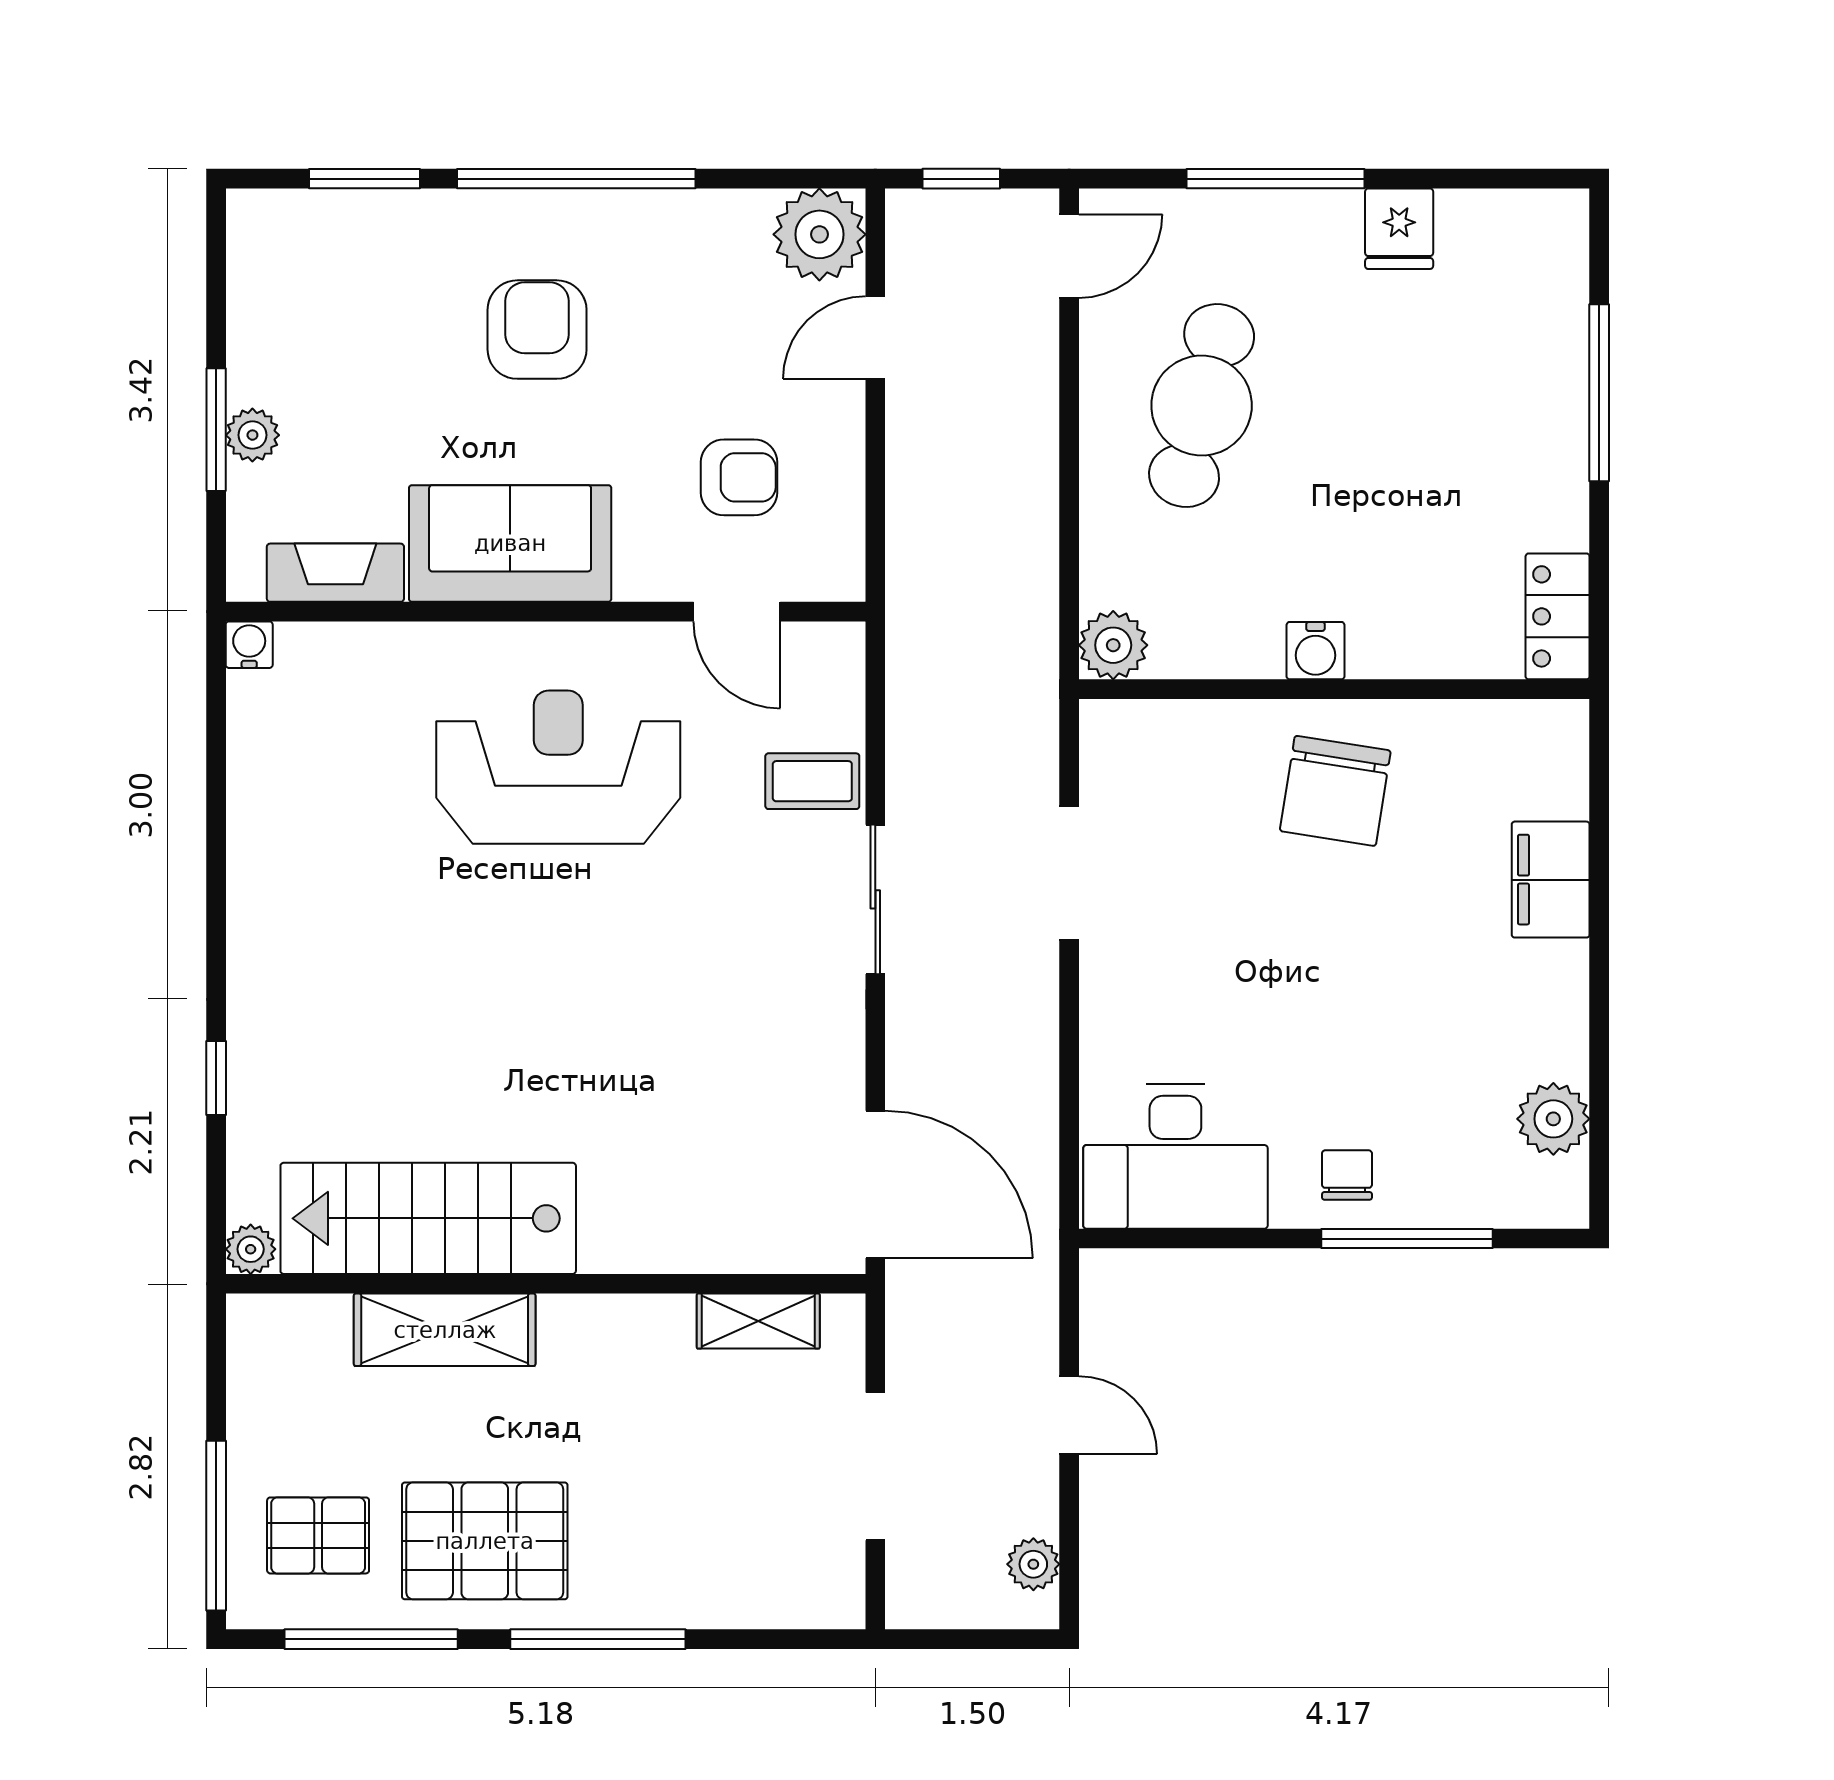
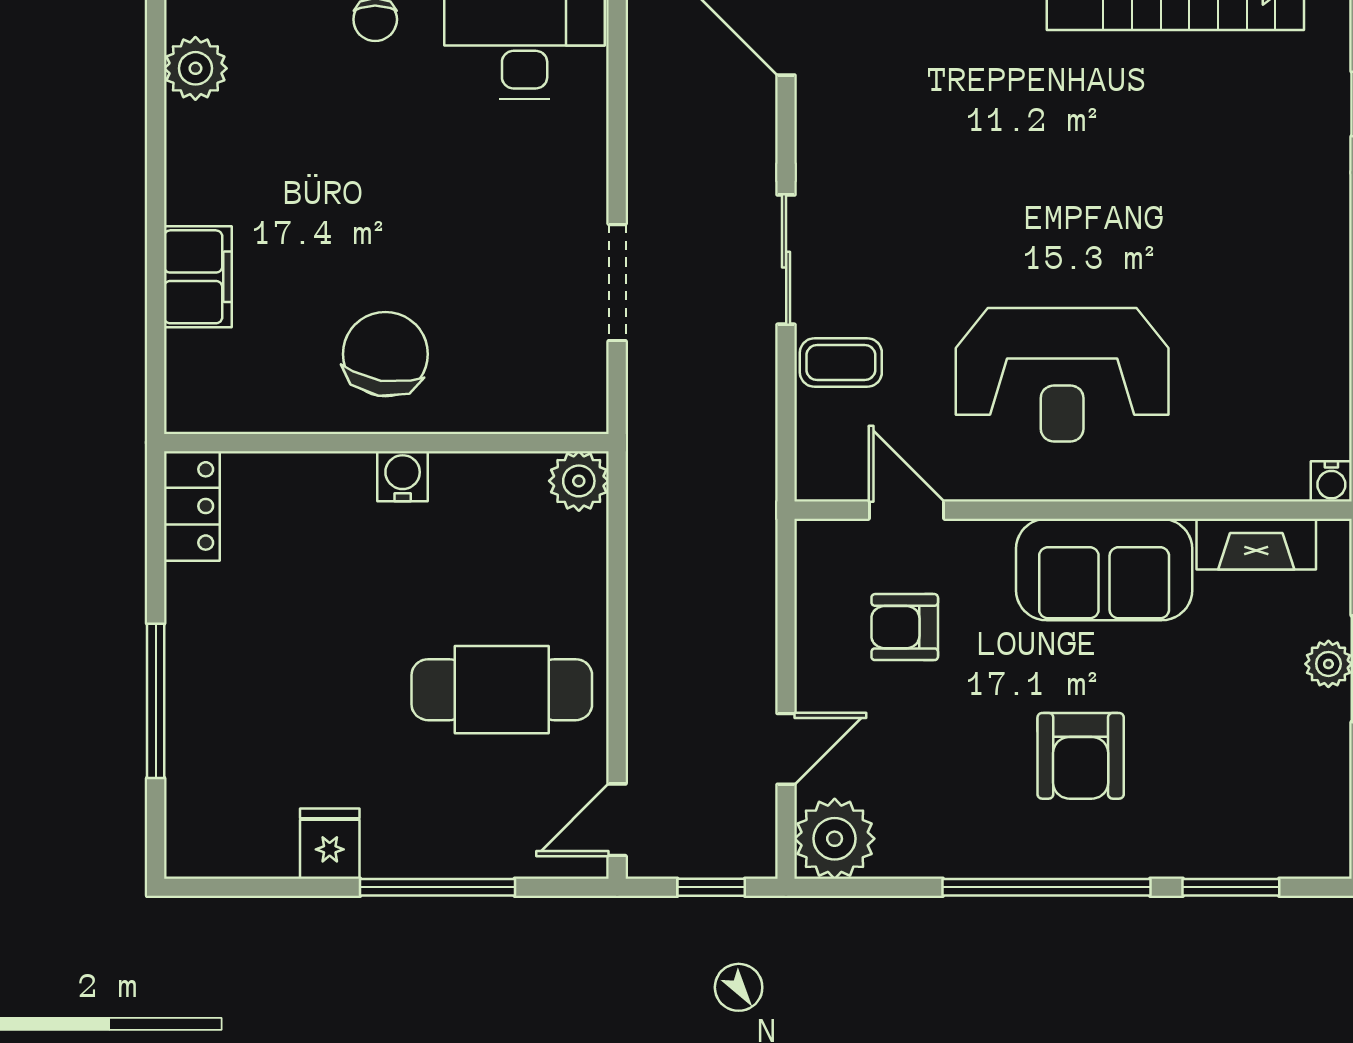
cafe table: (1202, 406) -> (502, 690), turned 76

